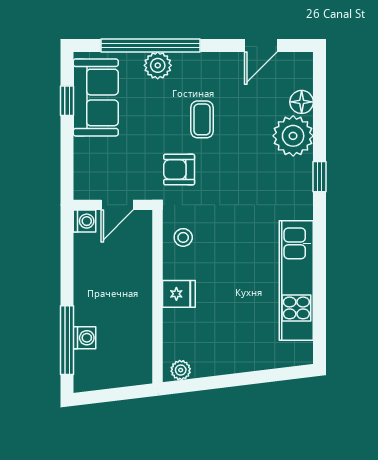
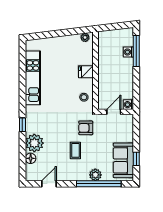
armchair: (179, 170) -> (86, 128), turned 180

